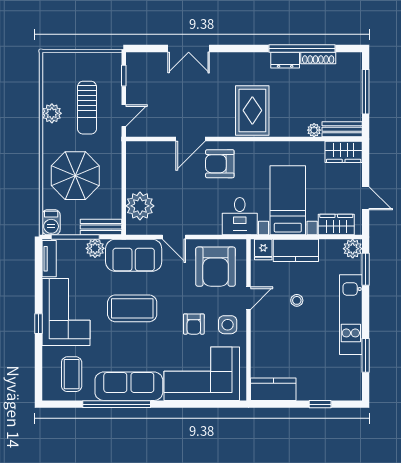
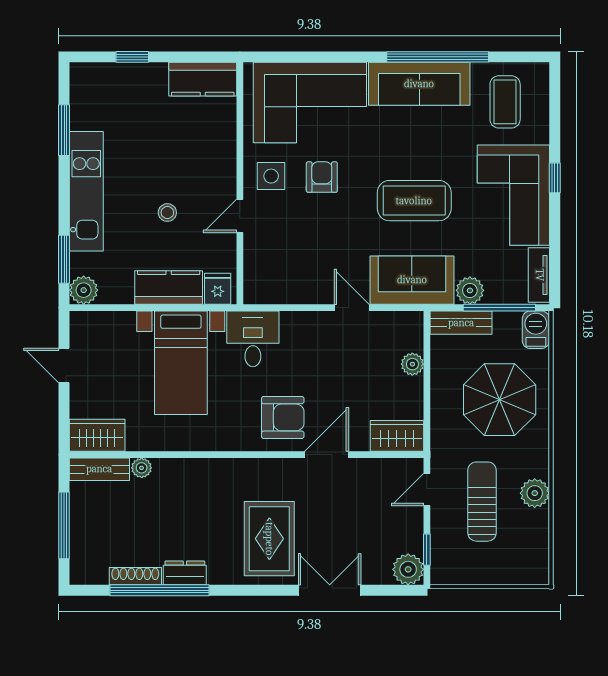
plant: (136, 62) -> (408, 569), added
rug: (252, 110) -> (269, 539), moved
plant: (140, 206) -> (412, 364), width x0.53, depth x0.53
wardrobe: (336, 225) -> (397, 436), moved, turned 180
armchair: (216, 267) -> (289, 263), removed

